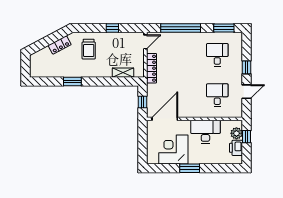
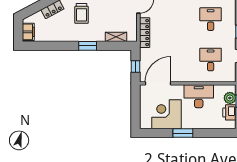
filing cabinet: (36, 68) -> (28, 32), added
window: (72, 81) -> (88, 46), moved

